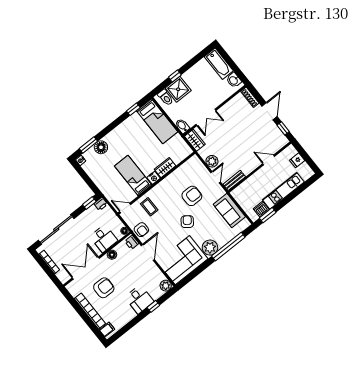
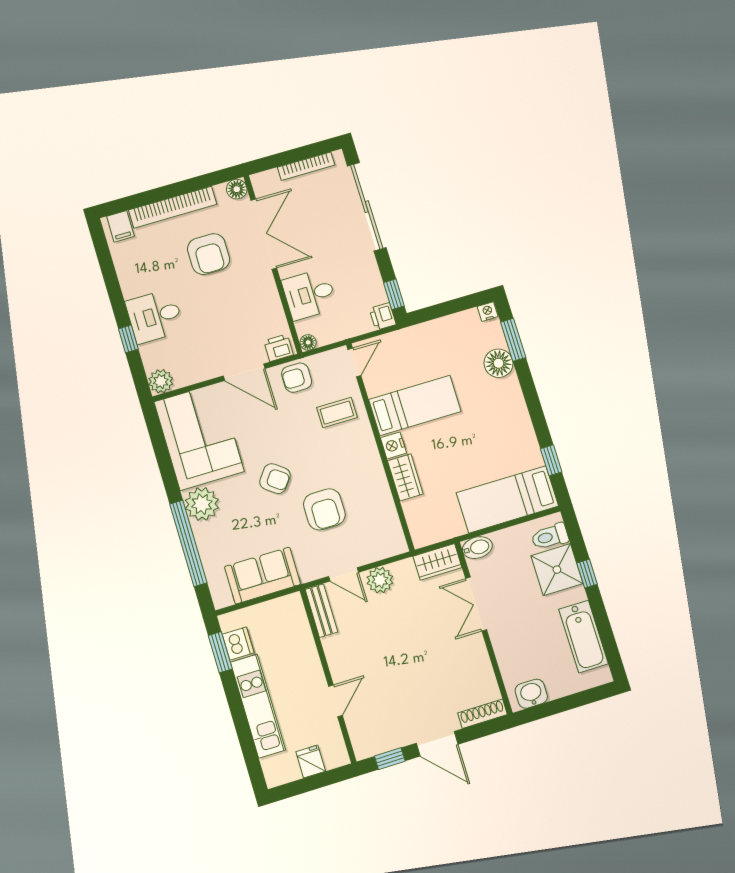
bathtub: (219, 64) -> (584, 636), moved, turned -90
floor lamp: (112, 255) -> (237, 189), moved

